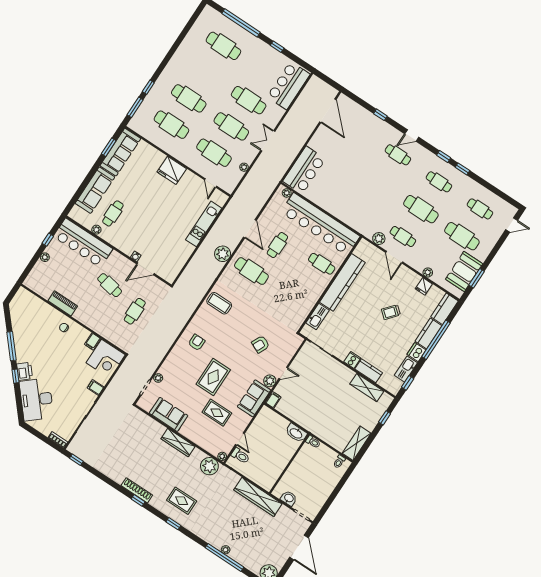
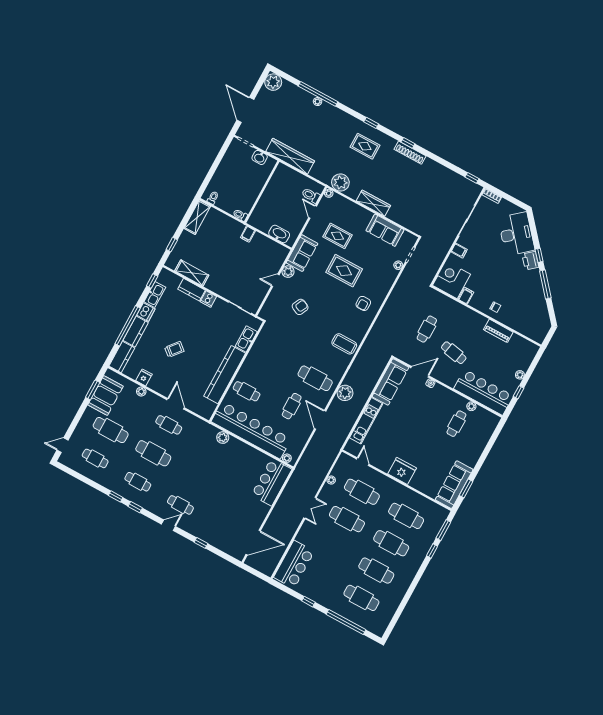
cafe table: (249, 100) -> (376, 571), moved
door: (328, 111) -> (253, 543), swing flipped
sofa: (95, 190) -> (390, 382), moved, turned 180
plant: (379, 239) -> (223, 438), moved
rug: (213, 377) -> (344, 271), turned 90
filing cabinet: (273, 400) -> (248, 234), moved
washbasin: (296, 433) -> (279, 234), moved

